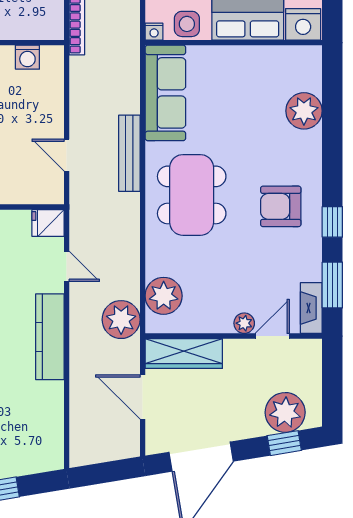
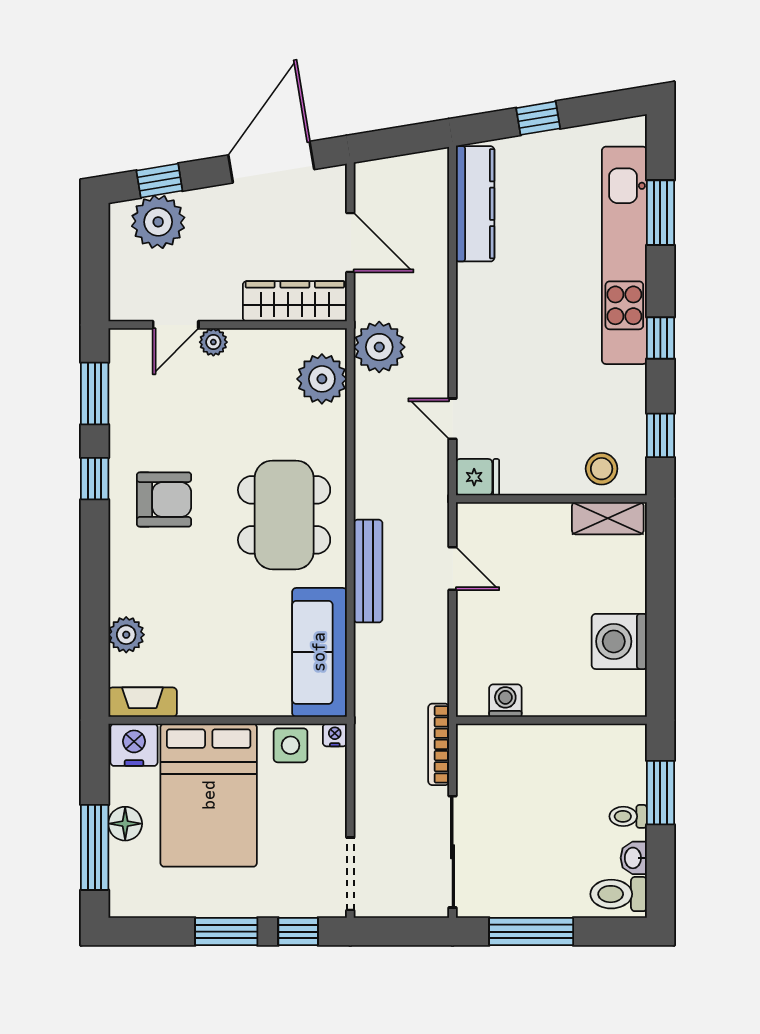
plant: (304, 111) -> (126, 635), width x0.73, depth x0.73
fireplace: (311, 308) -> (143, 702), moved, turned -90
kitchen counter: (50, 337) -> (475, 204), moved

